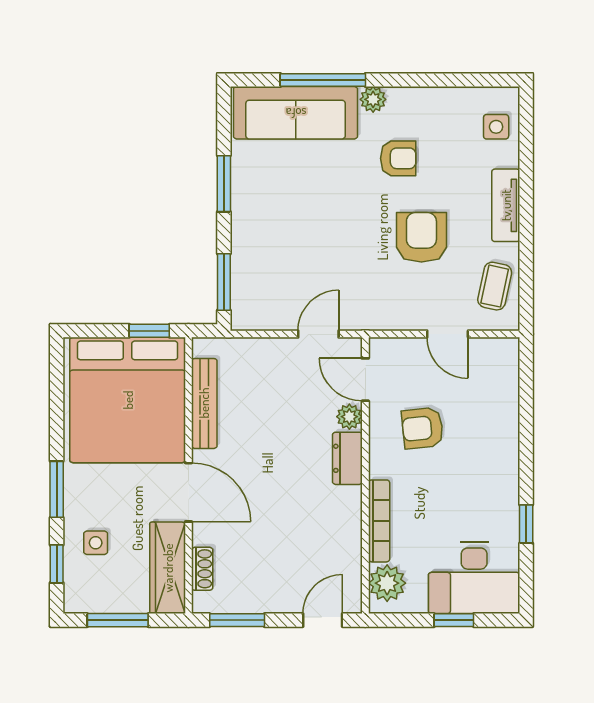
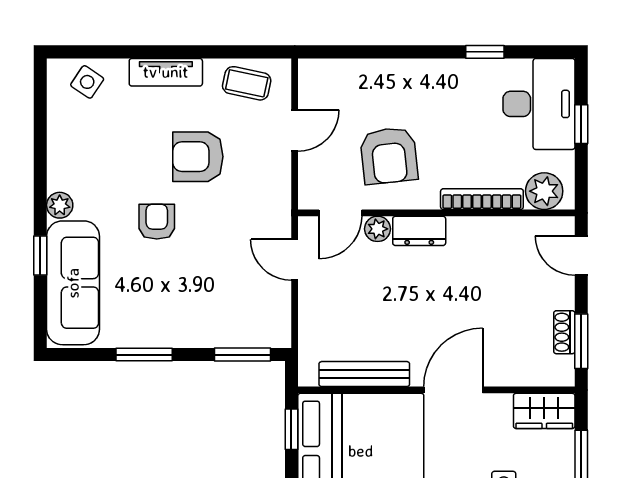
window: (323, 80) -> (40, 255), width x0.46
side table: (496, 127) -> (87, 82), turned 34
armchair: (398, 158) -> (157, 222), moved
armchair: (423, 428) -> (389, 156), width x1.38, depth x1.38
wardrobe: (168, 568) -> (544, 411), width x0.67
shoe rack: (202, 569) -> (564, 332), moved, turned -90

